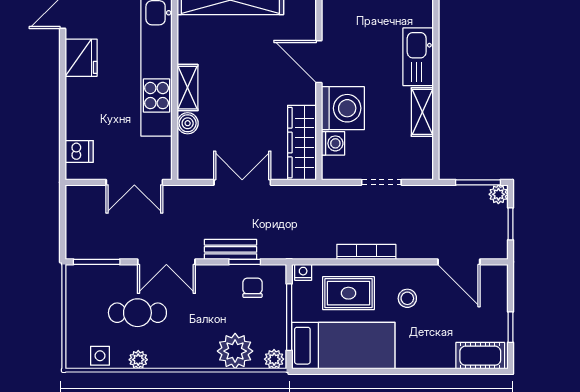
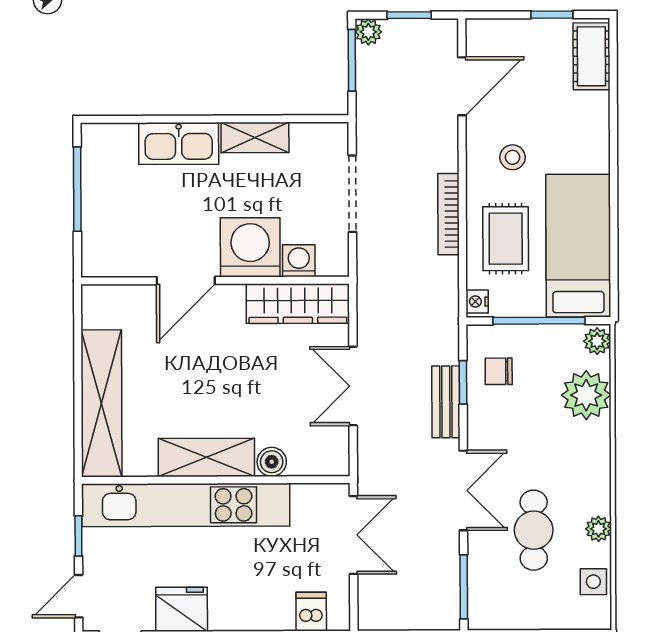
shelving: (187, 88) -> (206, 457), width x1.50, depth x1.33
doorway: (381, 182) -> (352, 194), width x1.38

